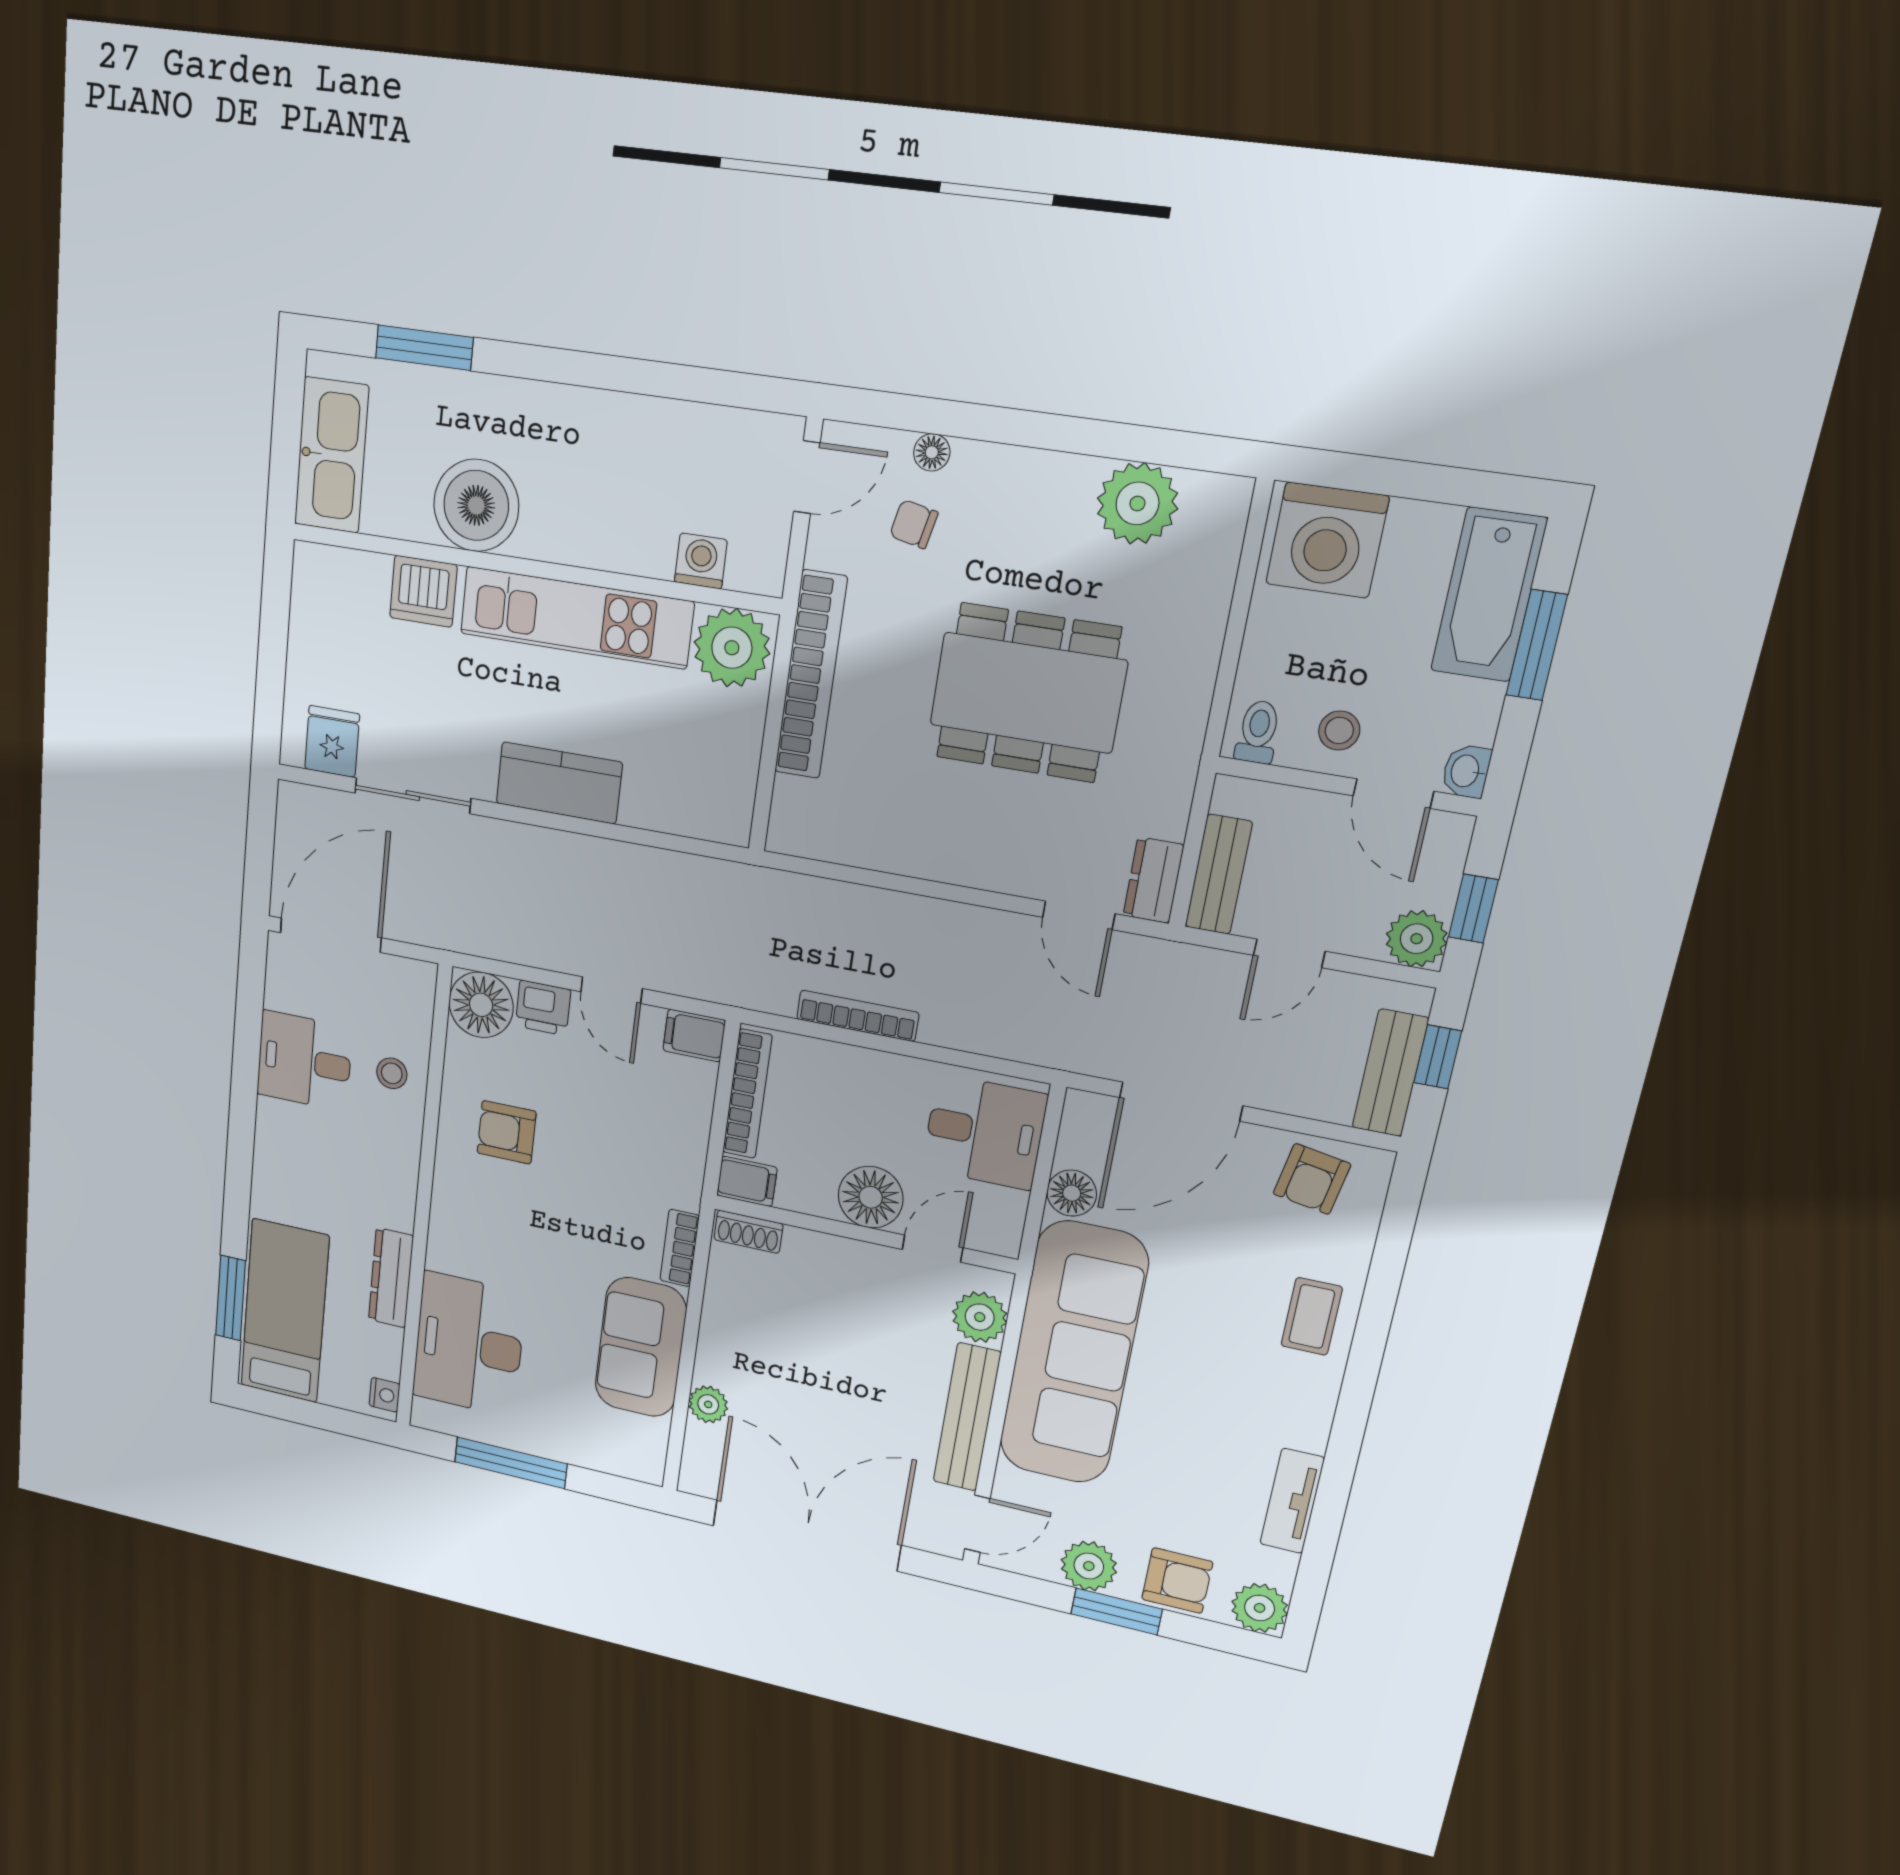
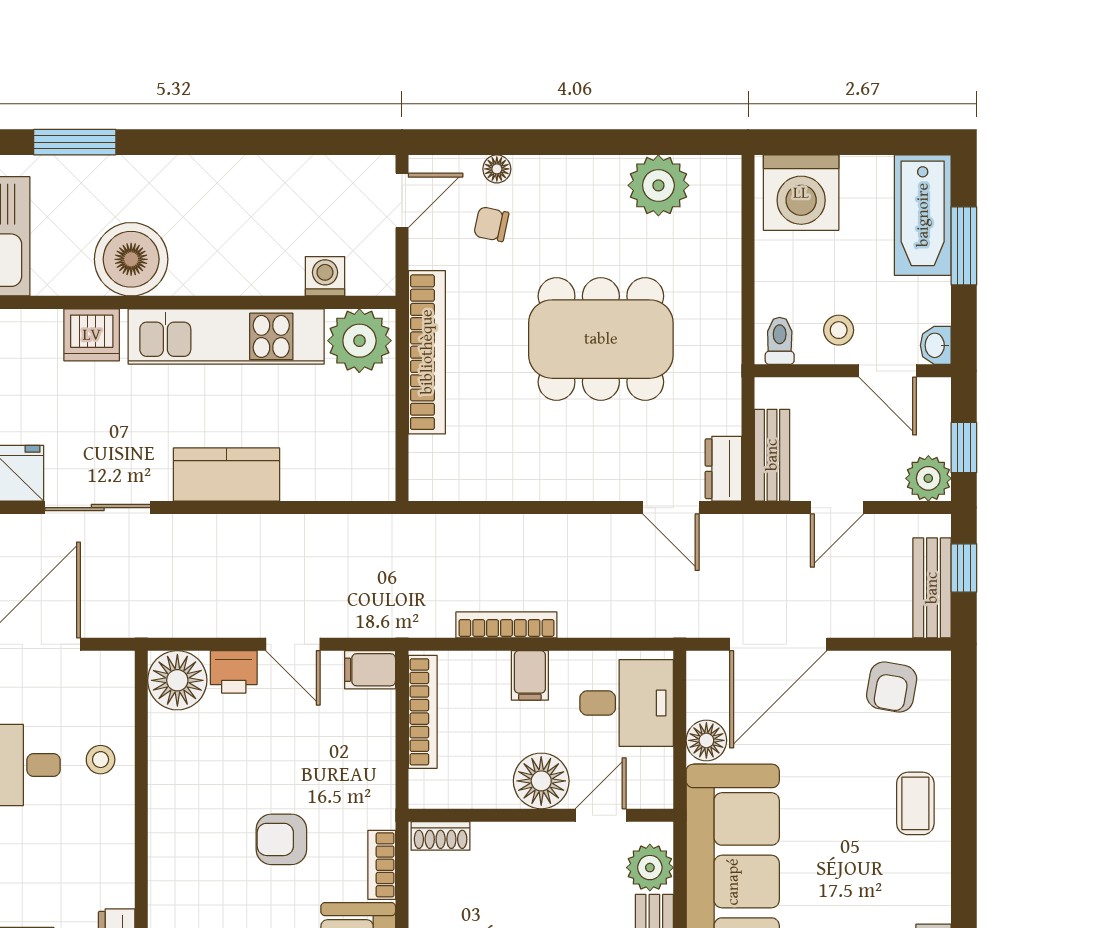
armchair: (507, 1132) -> (281, 839), moved
filing cabinet: (747, 1181) -> (530, 675), moved, turned 90

